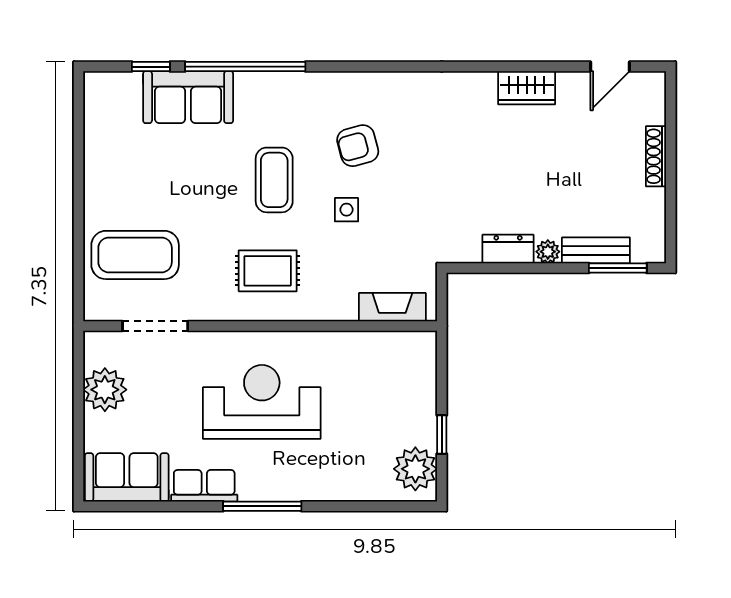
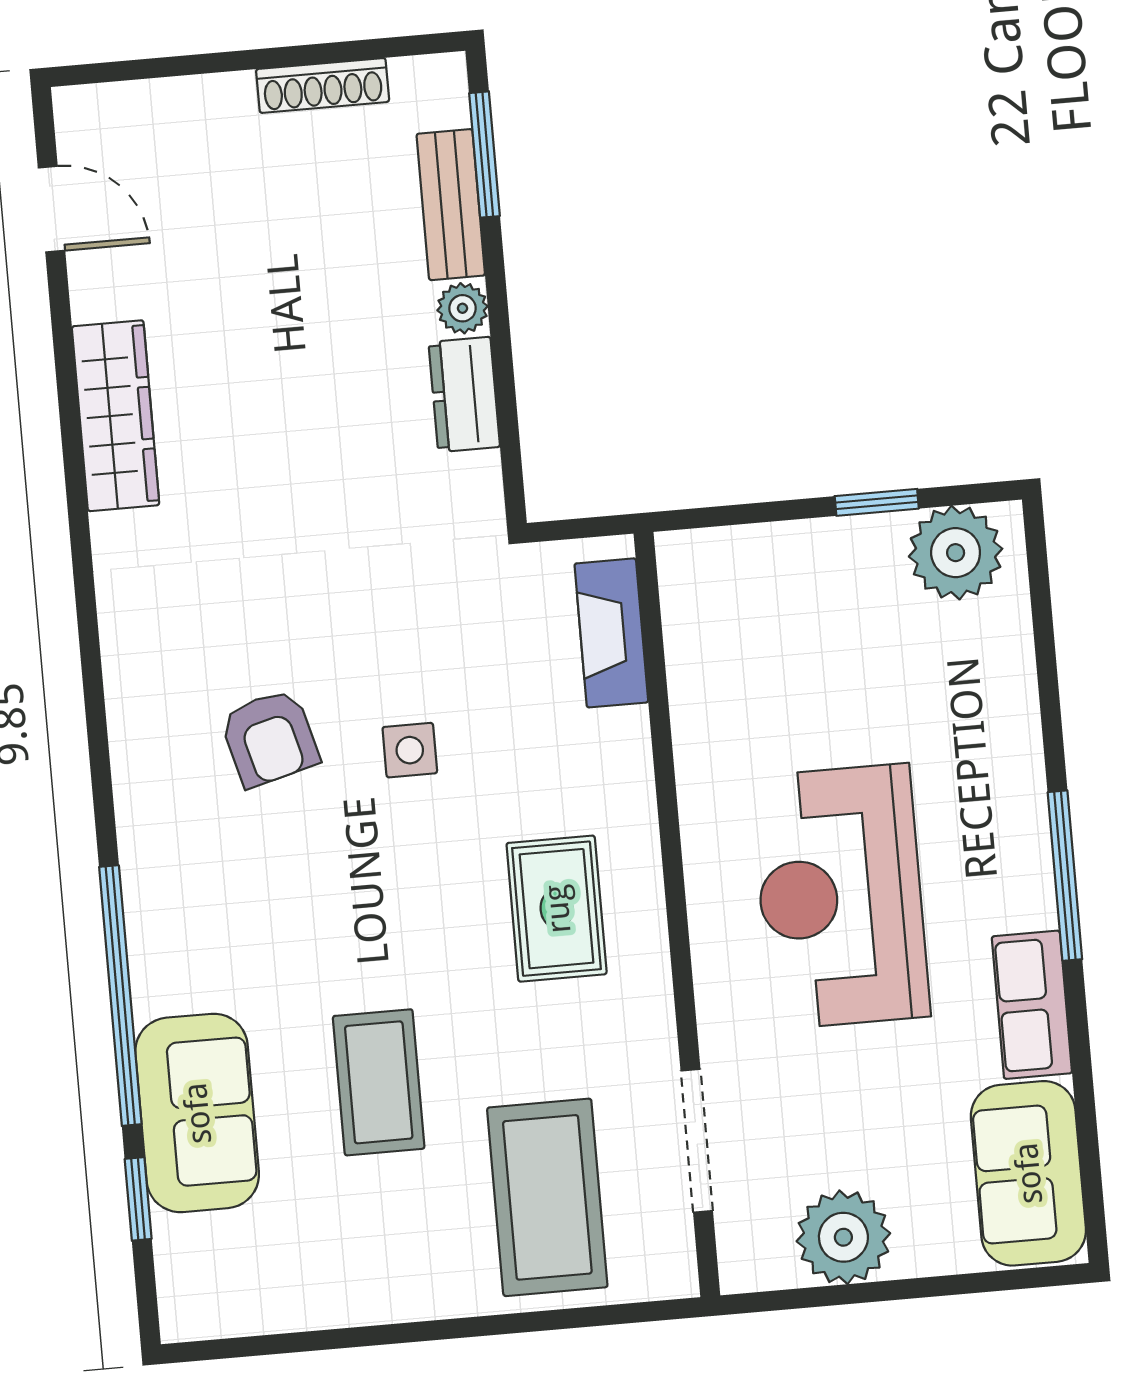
wardrobe: (527, 88) -> (116, 416), width x1.50
shoe rack: (656, 156) -> (323, 85), moved
coffee table: (274, 180) -> (379, 1082), moved, turned 90

